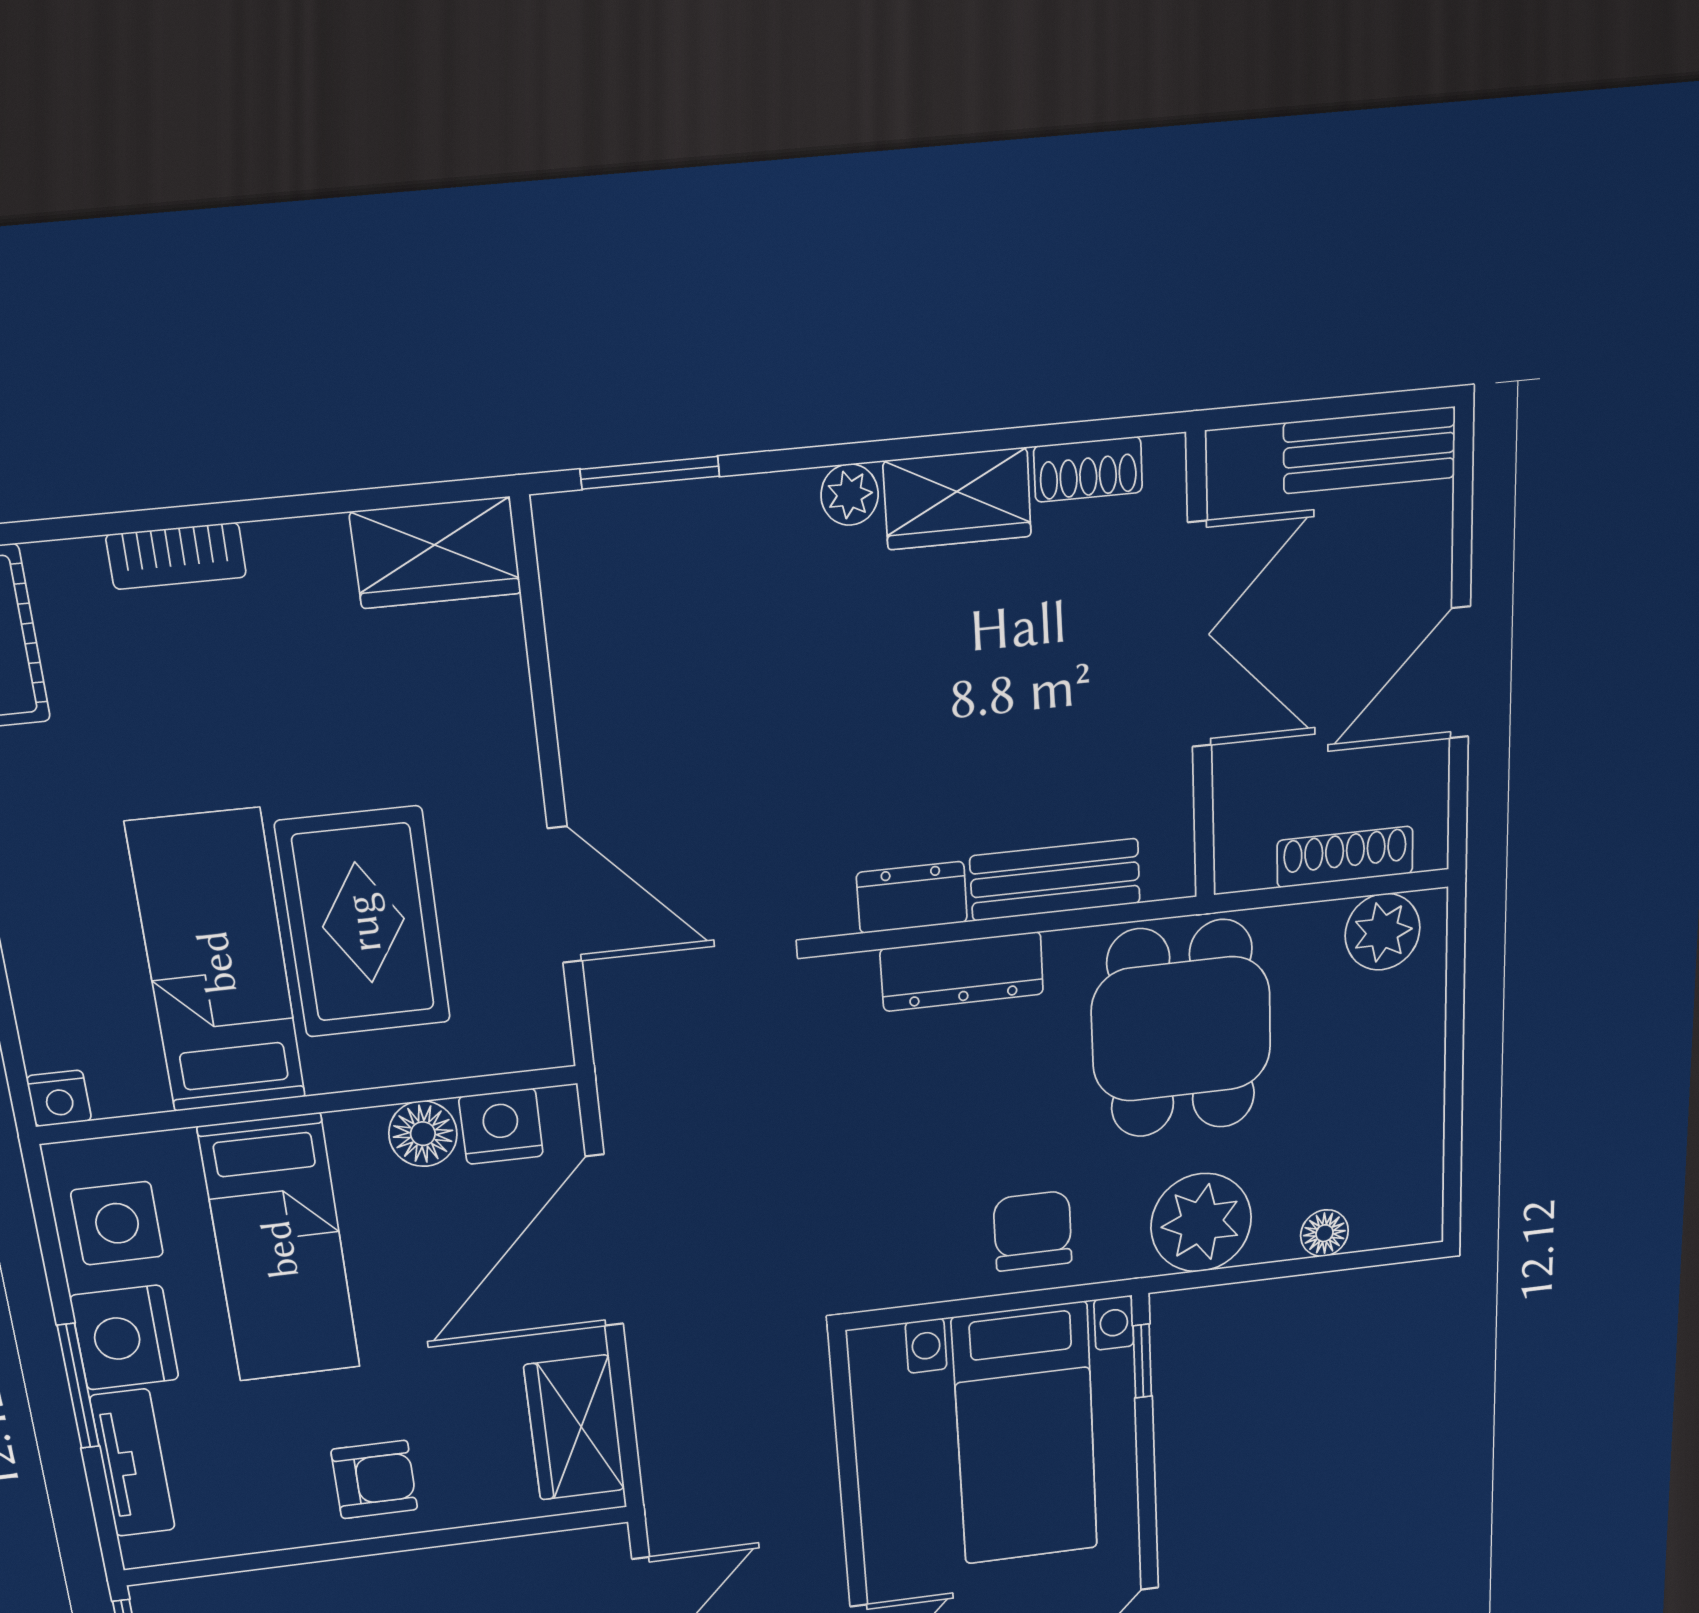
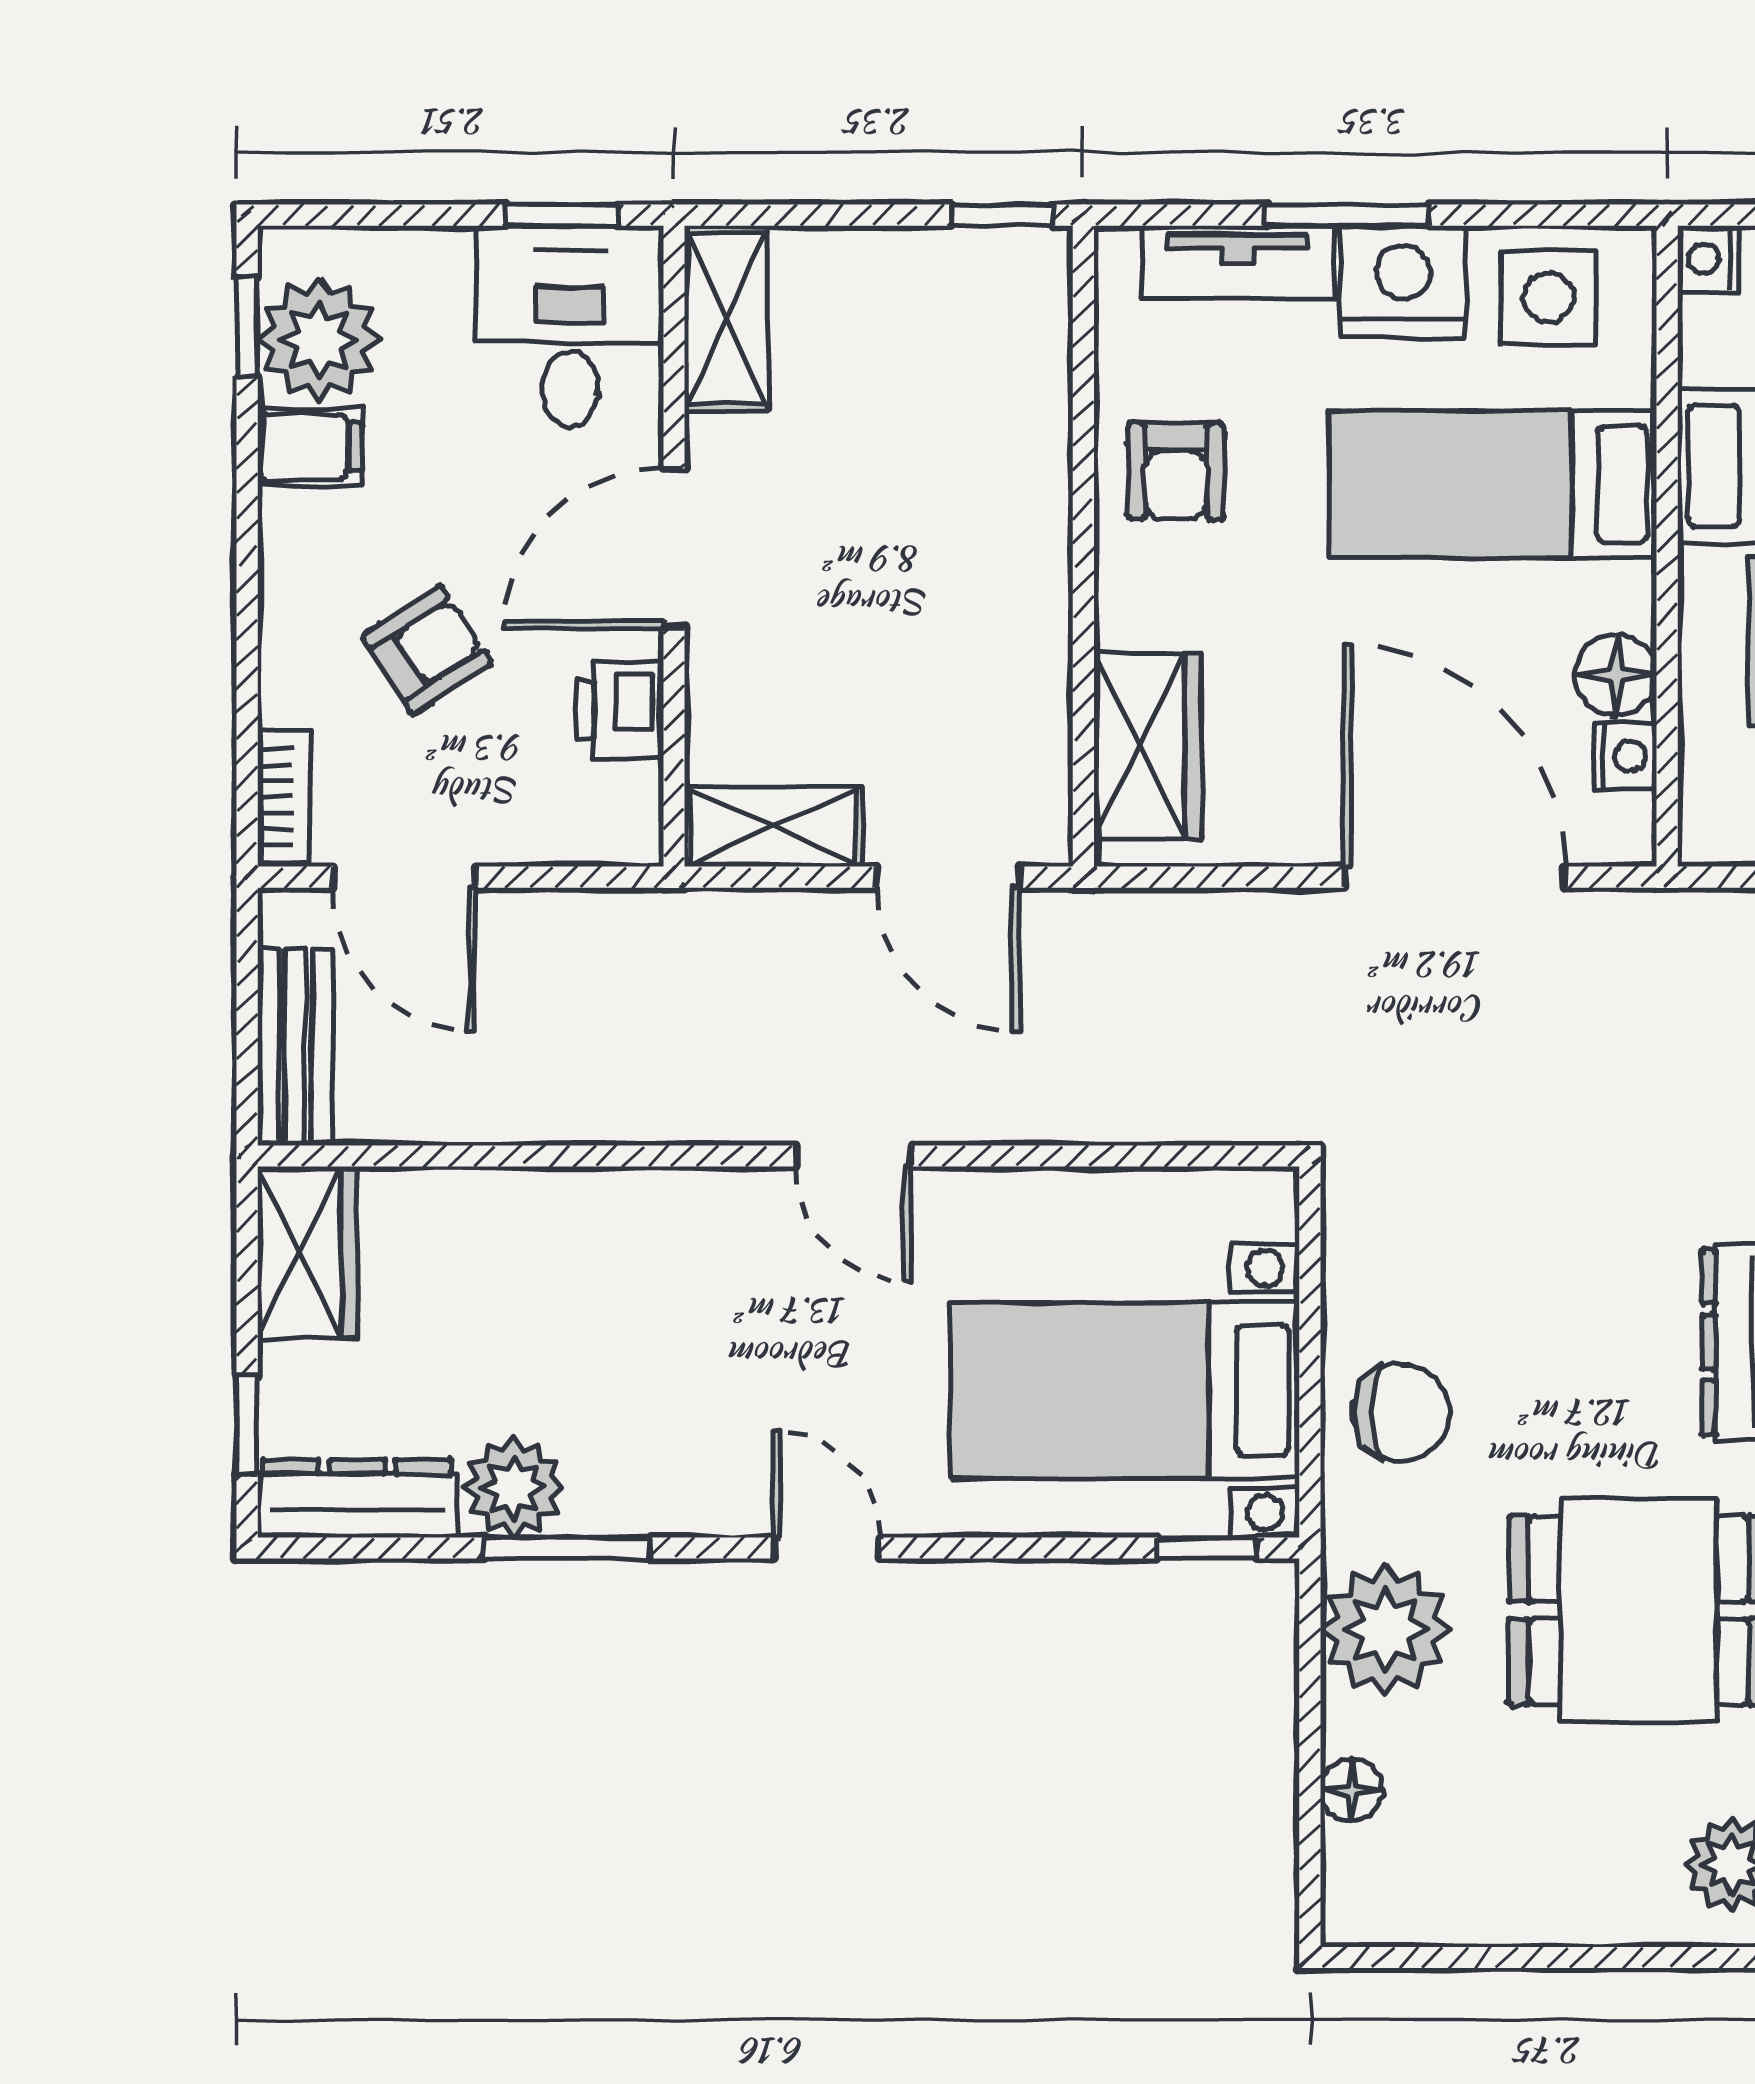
nightstand: (501, 1126) -> (1625, 756), width x0.72, depth x0.74
wardrobe: (574, 1428) -> (1148, 746), moved, turned 90
armchair: (374, 1480) -> (1176, 471), moved

